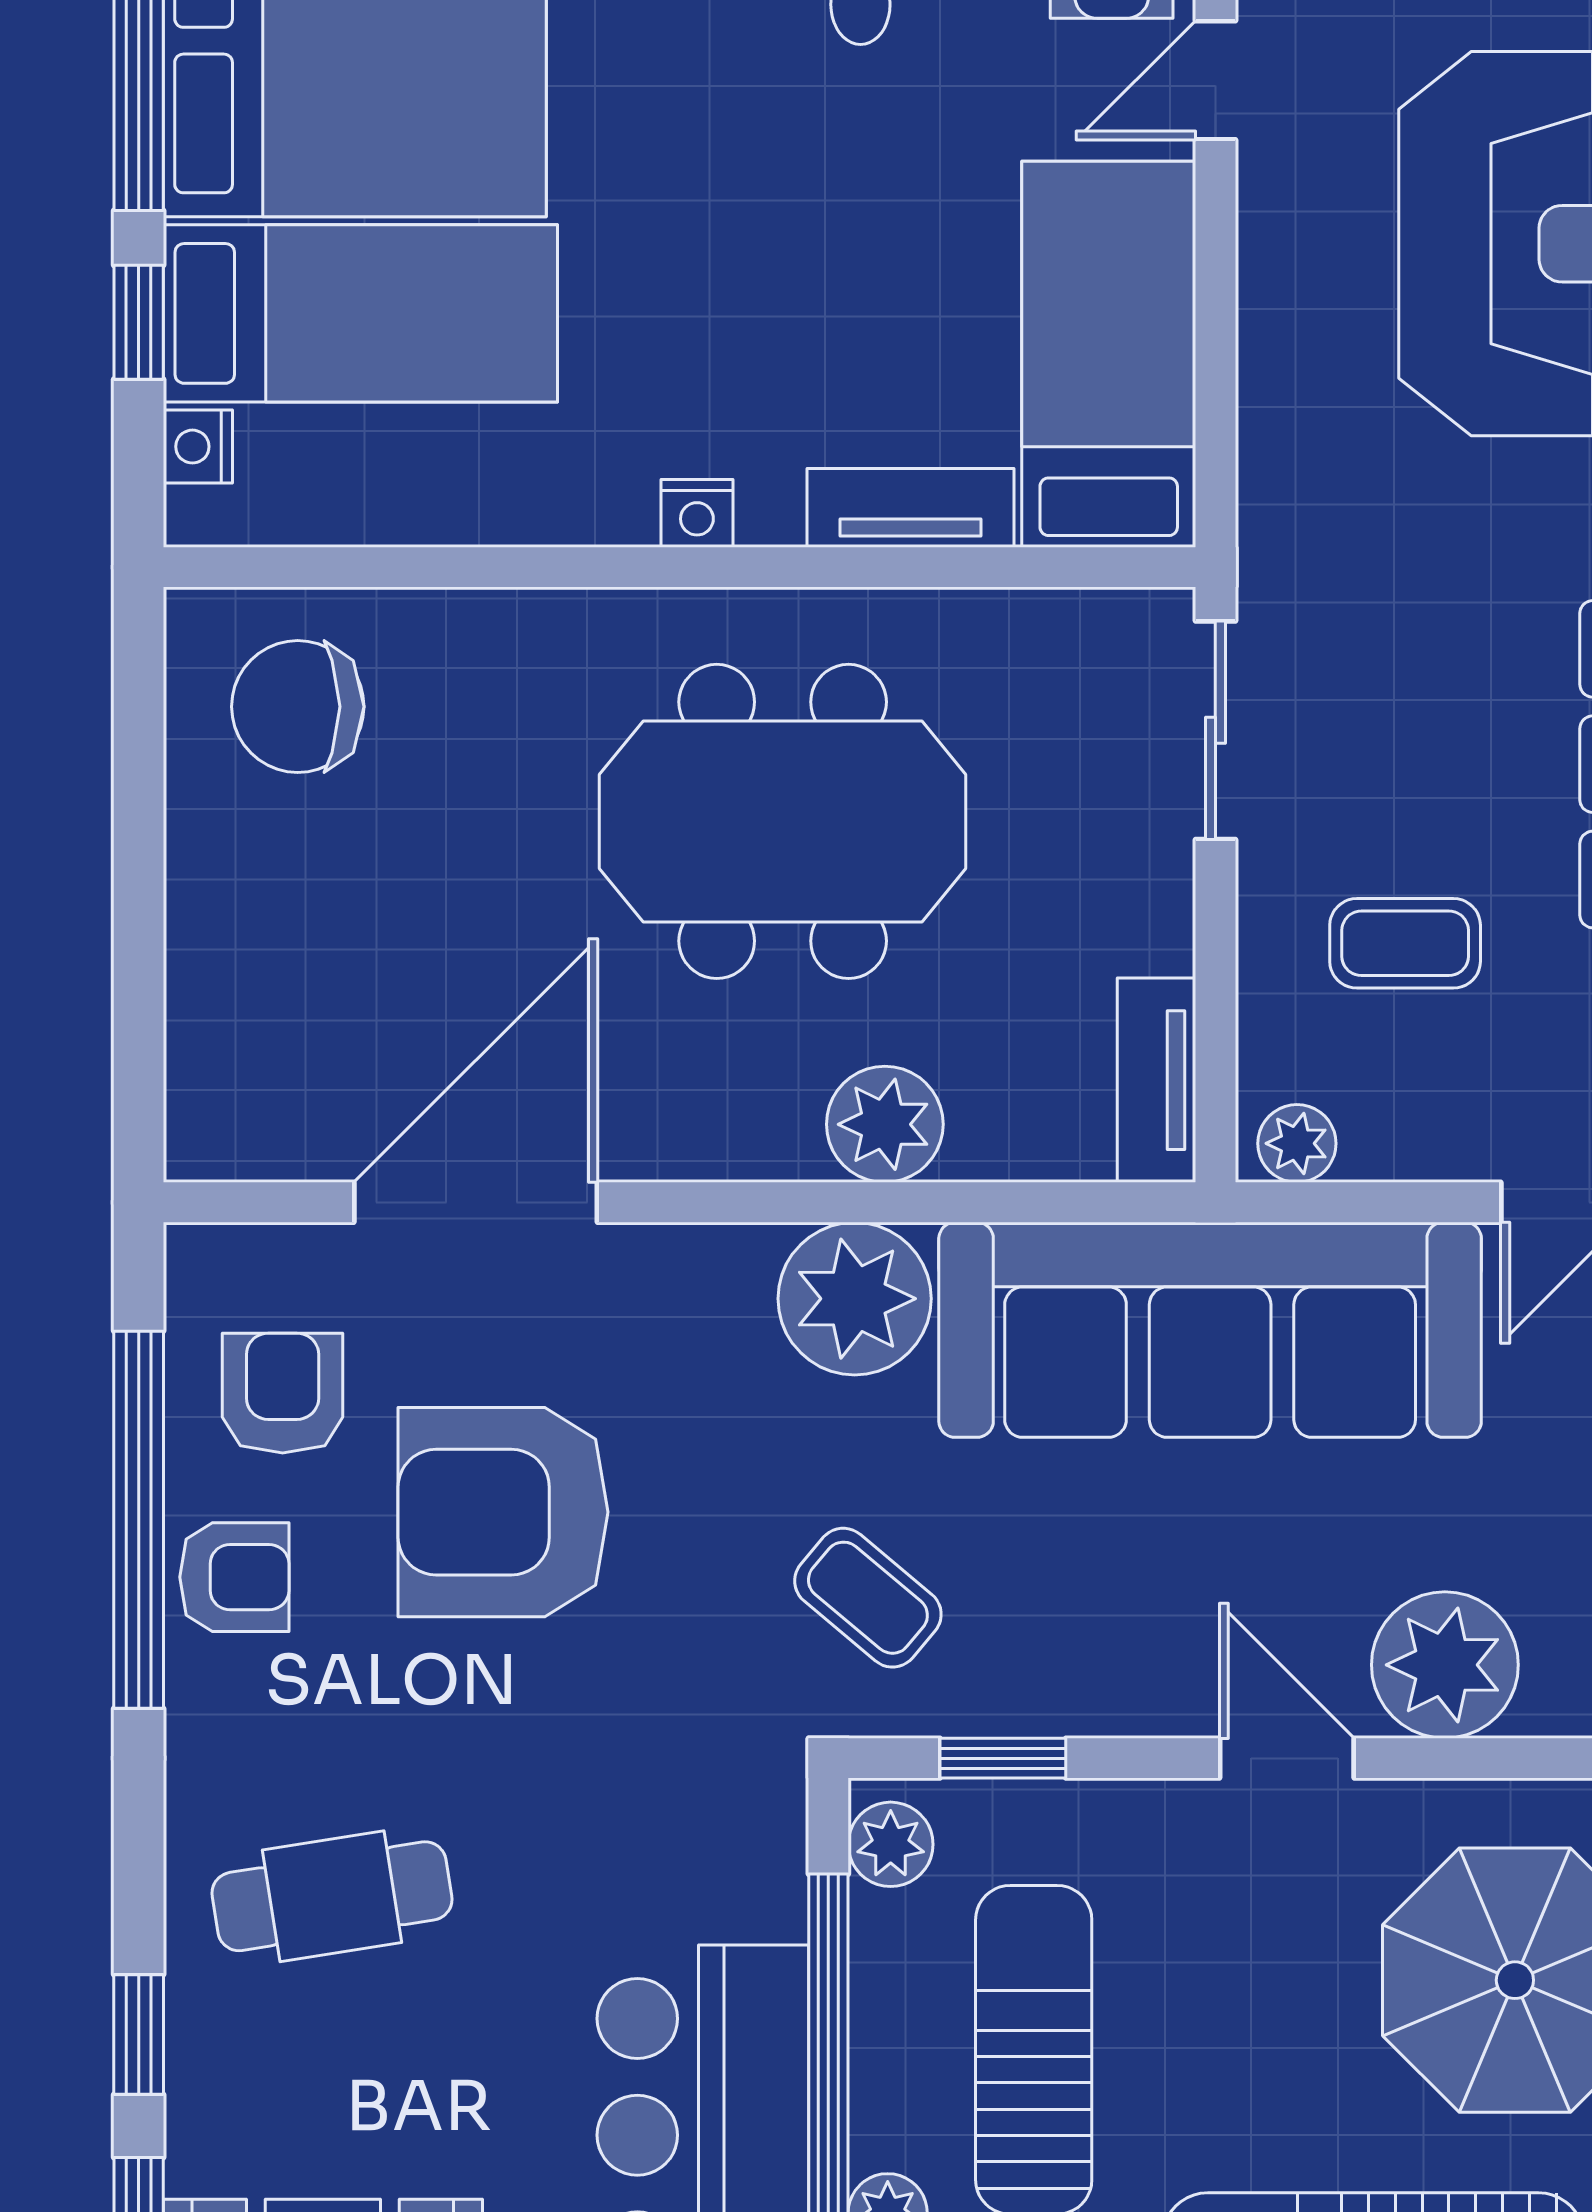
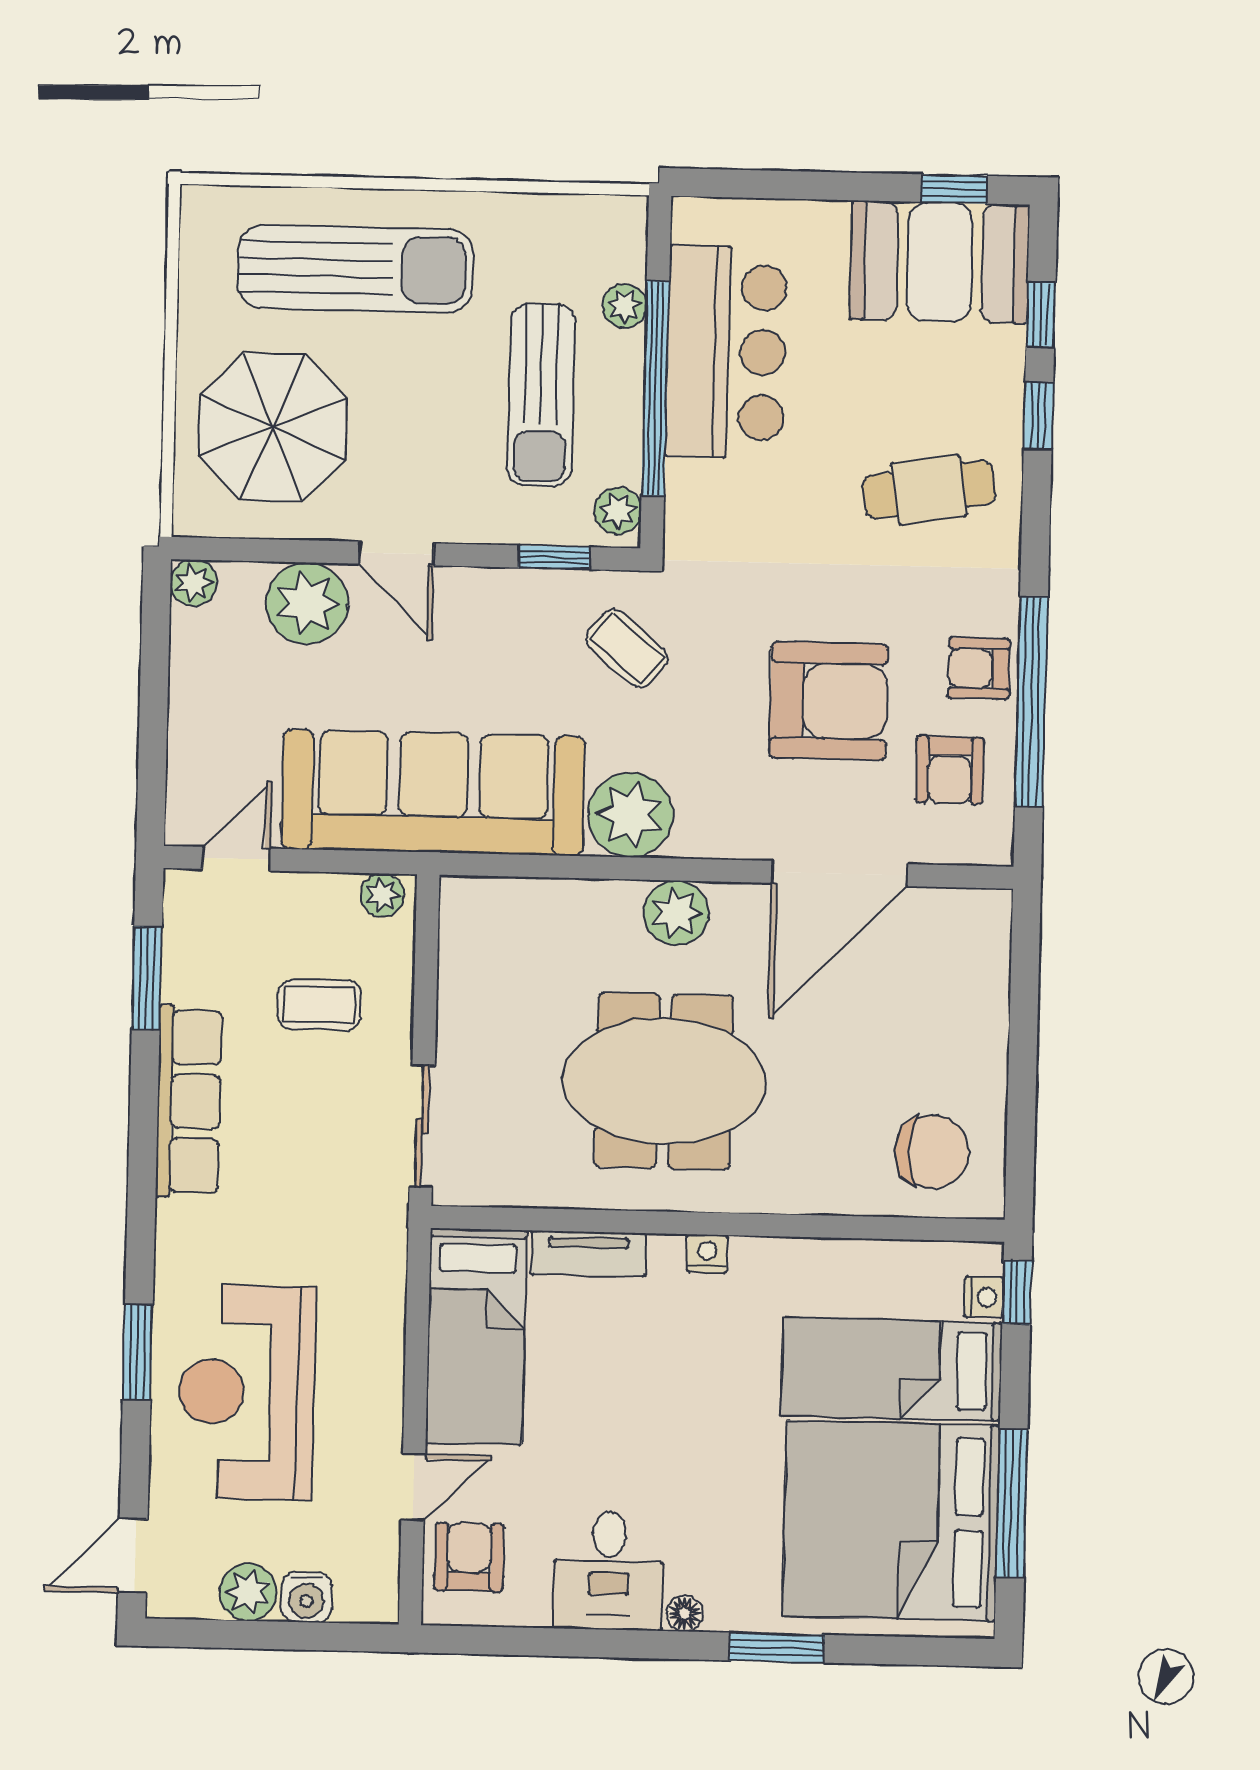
window: (139, 322) -> (1017, 1292), moved
tv unit: (1157, 1080) -> (460, 932), removed
plant: (885, 1124) -> (676, 913), moved

